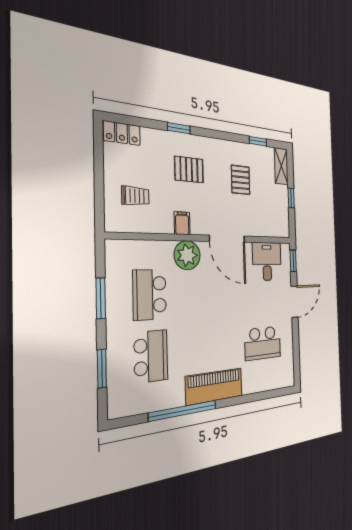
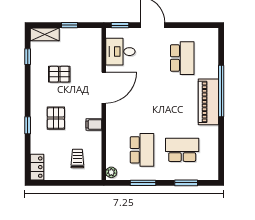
plant: (187, 255) -> (111, 172), moved, width x0.53, depth x0.53
school desk: (150, 295) -> (142, 150), turned -90
window: (183, 411) -> (221, 91), moved

